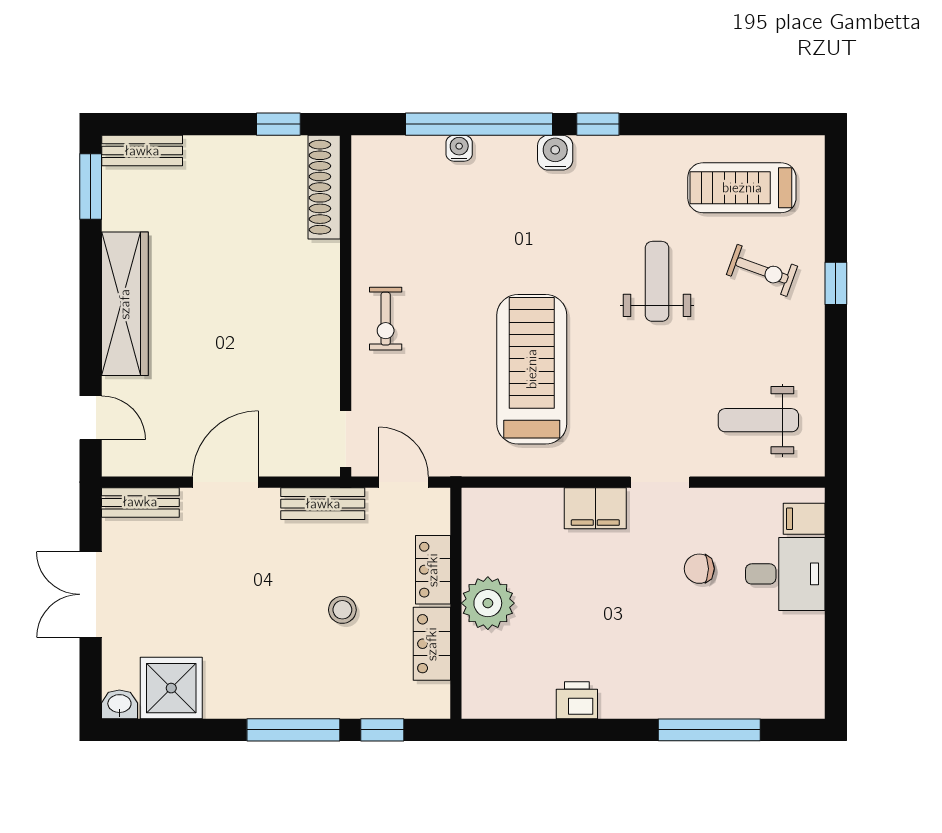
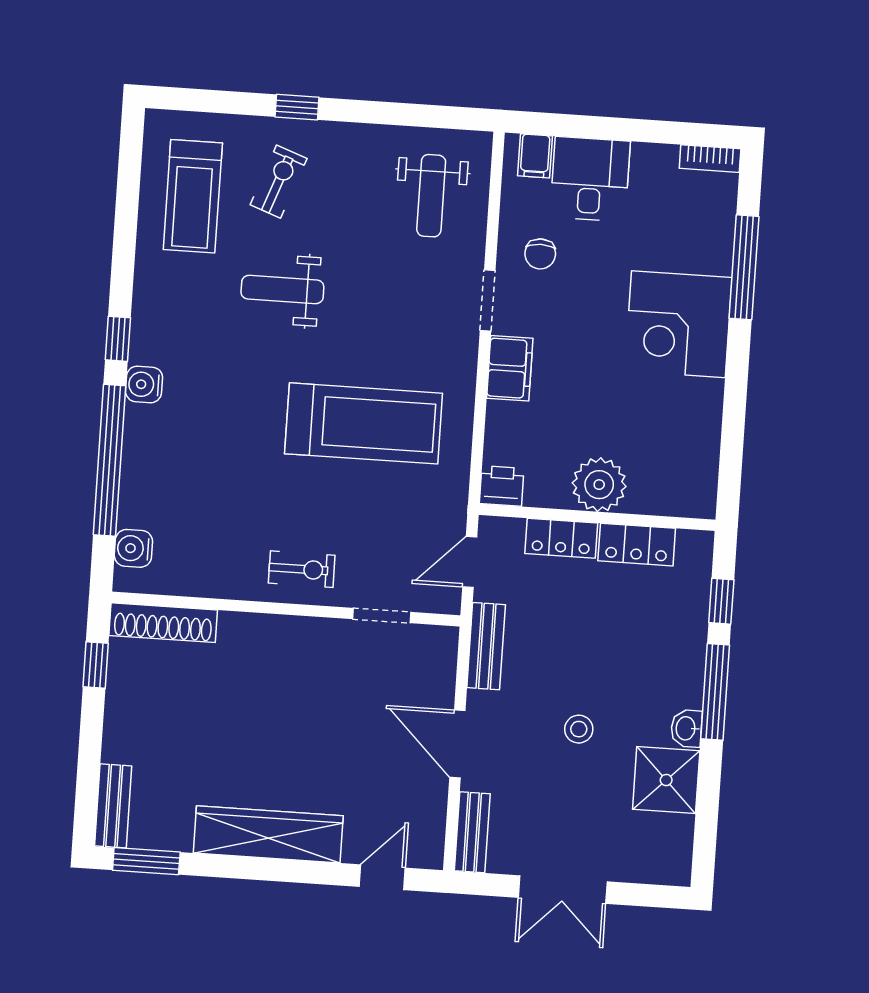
water cooler: (459, 148) -> (133, 548), moved, width x1.38, depth x1.38
treadmill: (532, 369) -> (364, 423), turned 180
doorway: (346, 439) -> (382, 616), moved
chair: (699, 569) -> (540, 254), moved
stool: (342, 610) -> (579, 729), moved
corner desk: (650, 670) -> (678, 324), added
shower: (171, 688) -> (666, 780), moved
bookcase: (813, 690) -> (710, 159), added
printer: (577, 700) -> (502, 486), moved, turned 90
washbasin: (119, 704) -> (686, 728), moved

